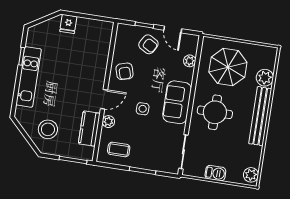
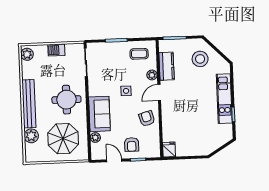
fridge: (68, 24) -> (169, 150), moved
armchair: (148, 44) -> (132, 144), turned -120
sofa: (177, 102) -> (99, 114), moved

